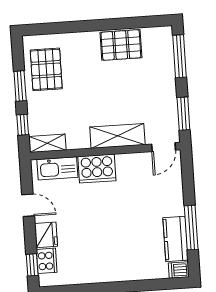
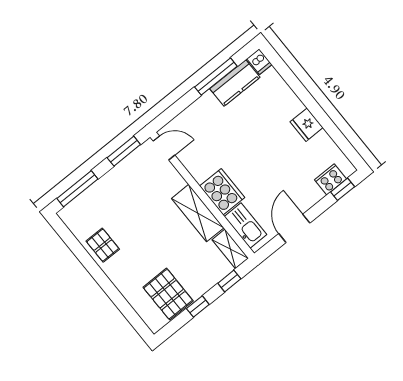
pallet: (121, 45) -> (103, 245), width x0.67, depth x0.71
pallet: (46, 69) -> (168, 294), turned 90
window: (20, 86) -> (198, 306), width x0.67
shelving: (117, 136) -> (198, 213), moved
door: (28, 205) -> (294, 228), width x1.38
fridge: (46, 235) -> (307, 125), moved, turned -90

